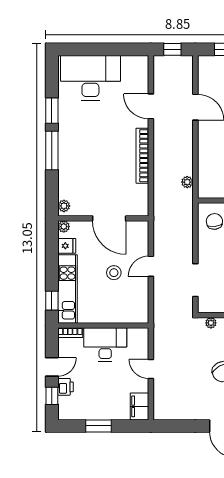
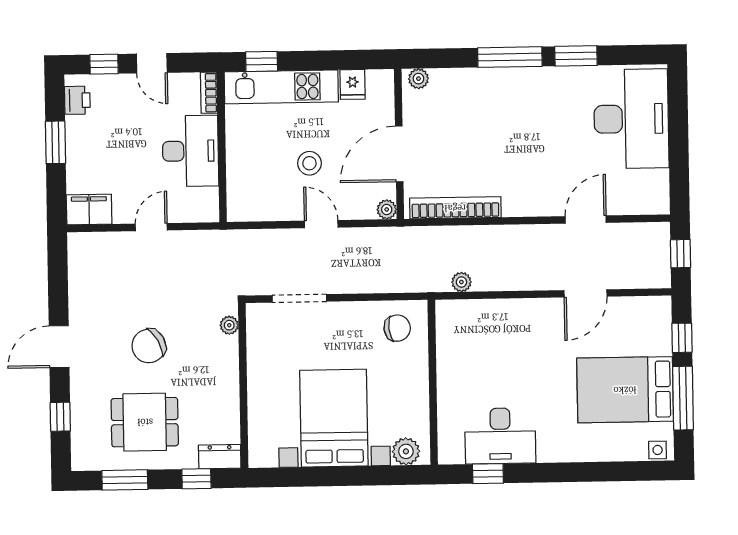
bookcase: (142, 156) -> (455, 208), moved
plant: (64, 227) -> (387, 209), moved
printer: (65, 387) -> (77, 100), moved, turned -90

